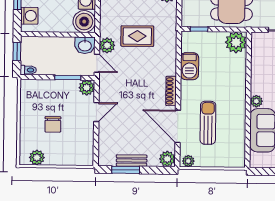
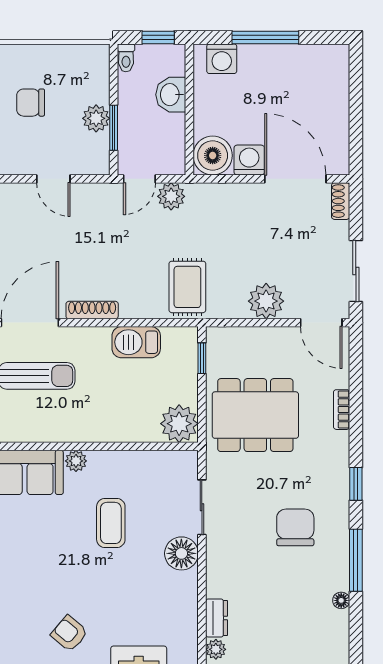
rug: (137, 36) -> (187, 287), moved
washbasin: (85, 45) -> (171, 95), moved
plant: (87, 88) -> (96, 118), moved

